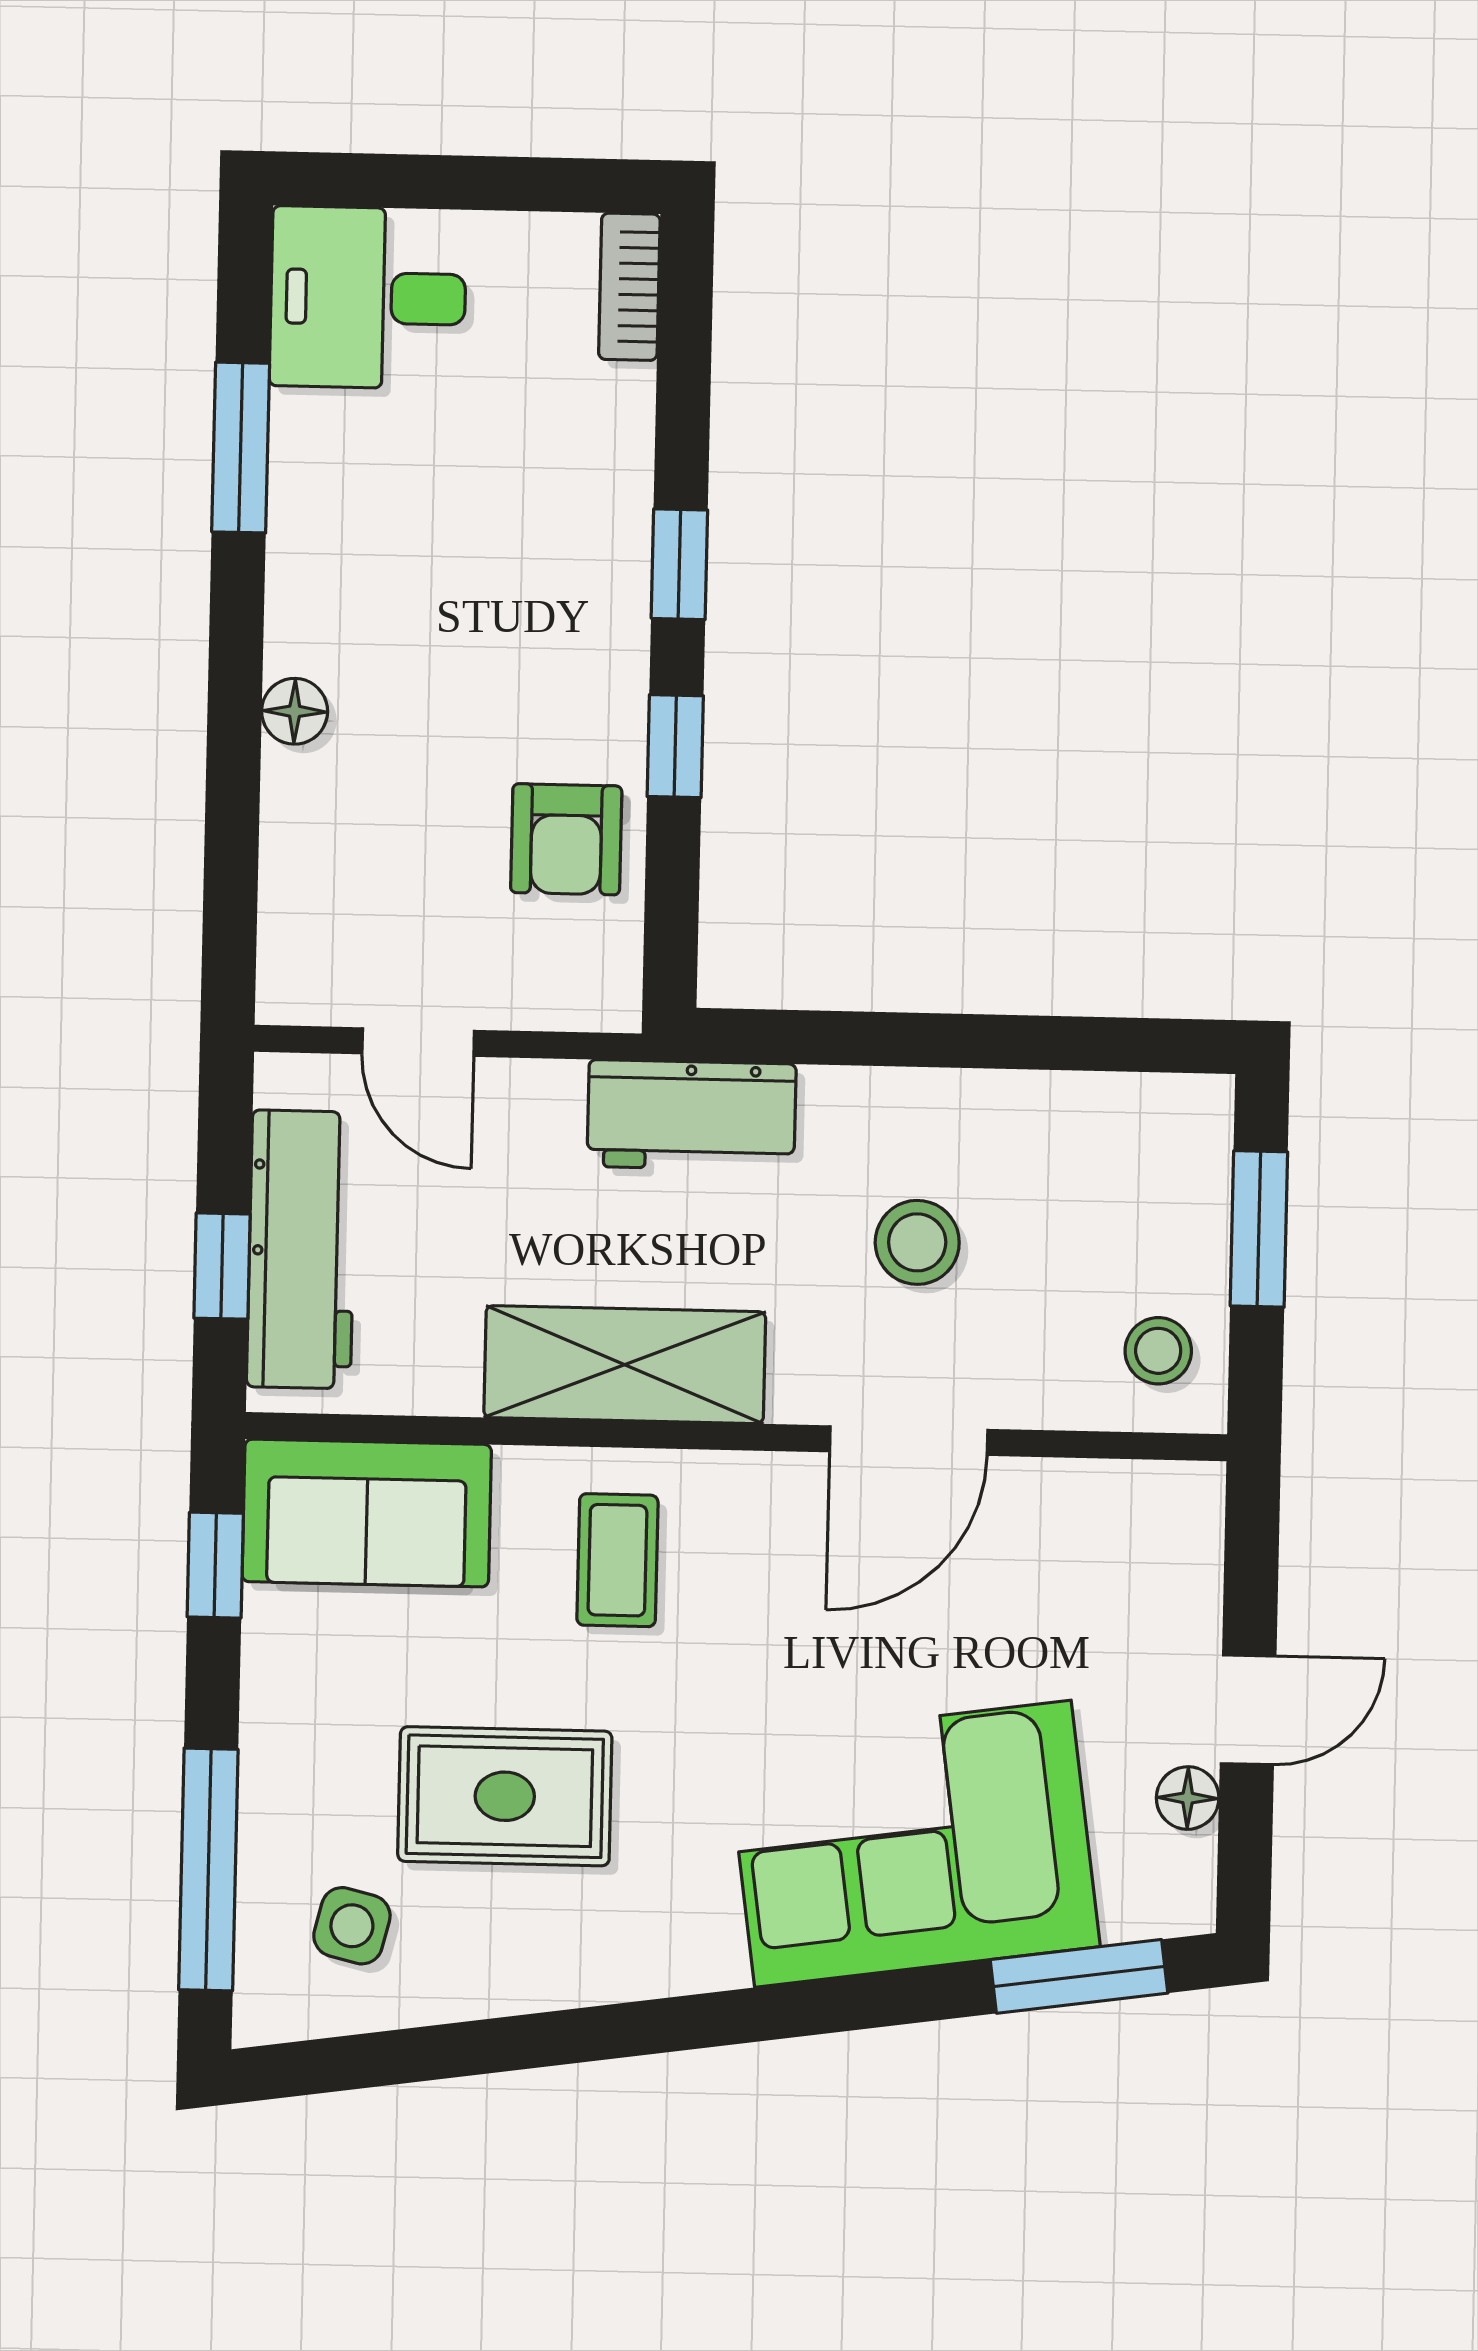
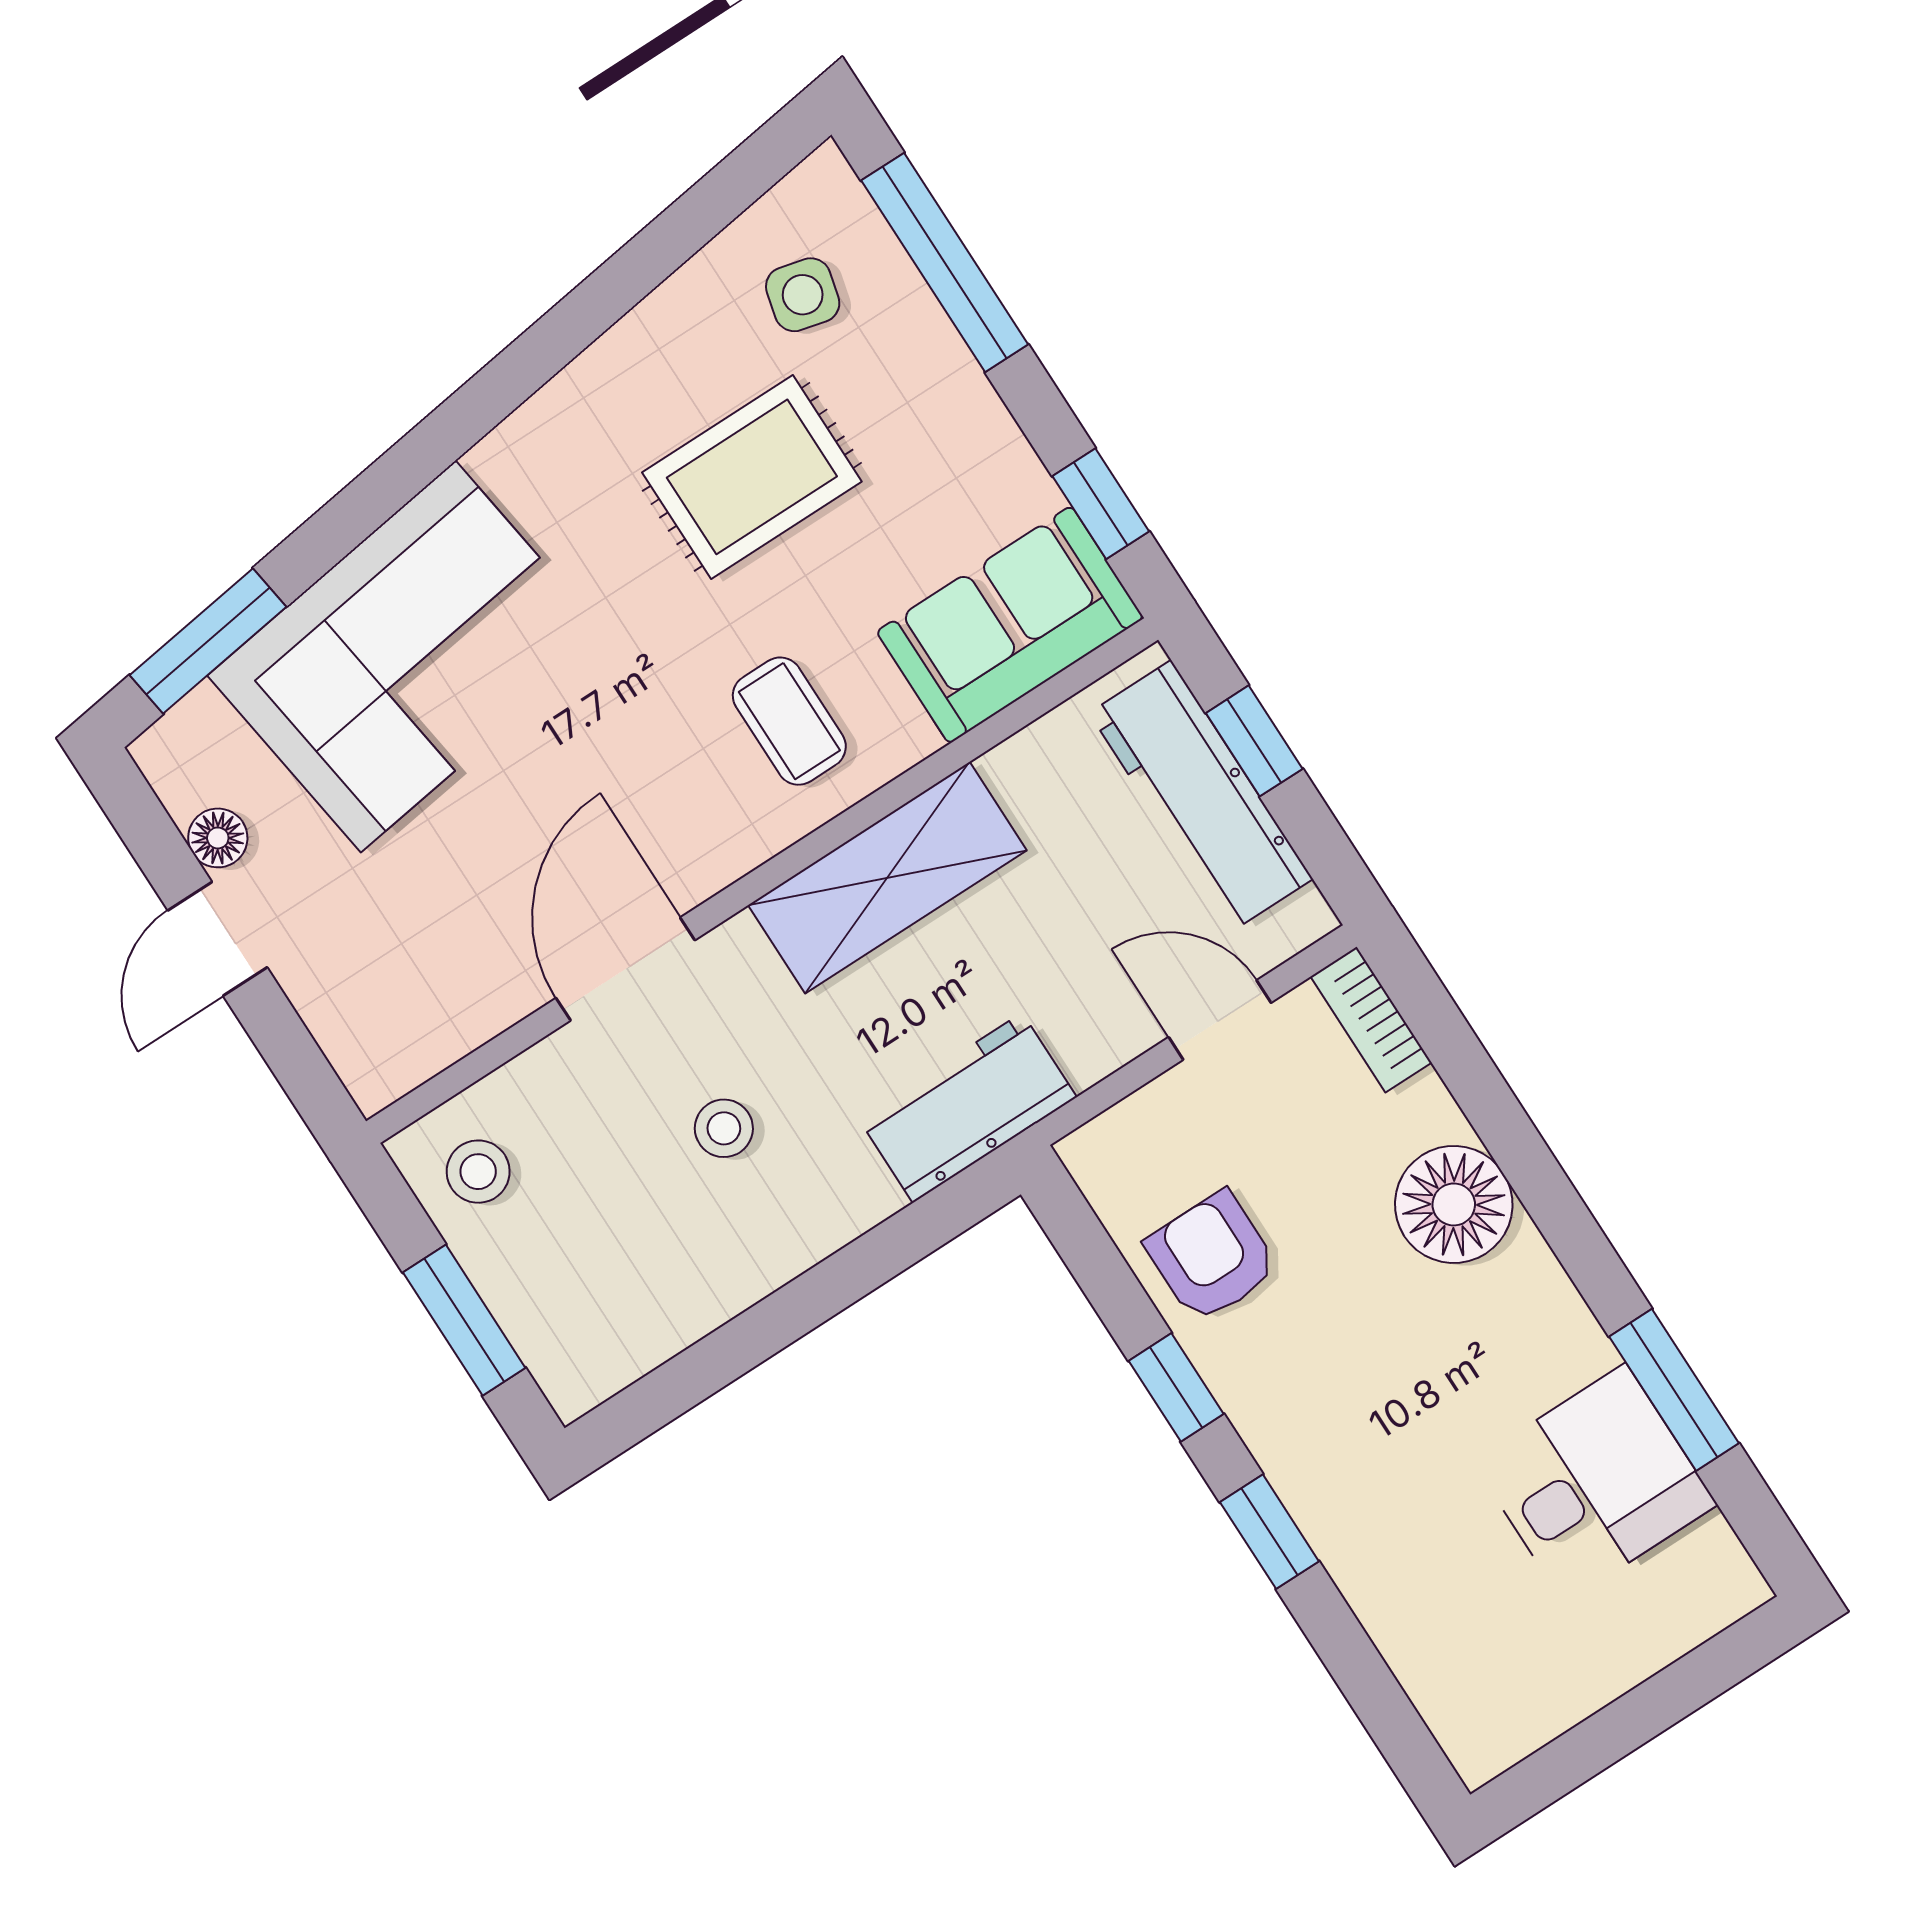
bookcase: (629, 287) -> (1371, 1020), moved, turned 180
desk: (368, 298) -> (1595, 1483), moved
floor lamp: (295, 711) -> (1454, 1204), width x1.89, depth x1.89
stool: (917, 1242) -> (724, 1128), width x0.73, depth x0.73

